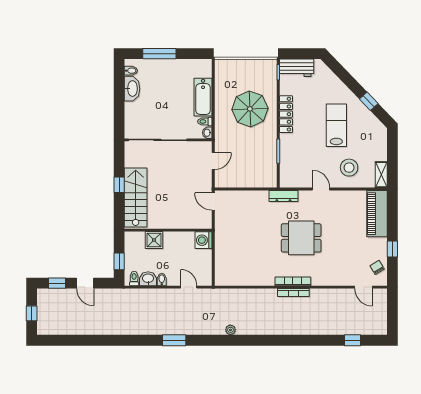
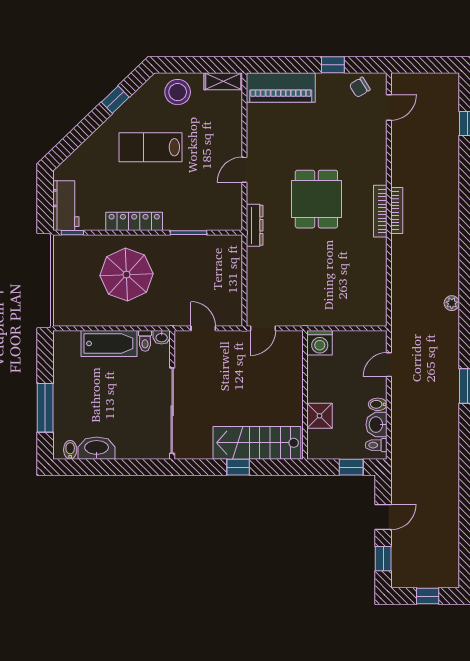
stool: (349, 168) -> (178, 92), moved

